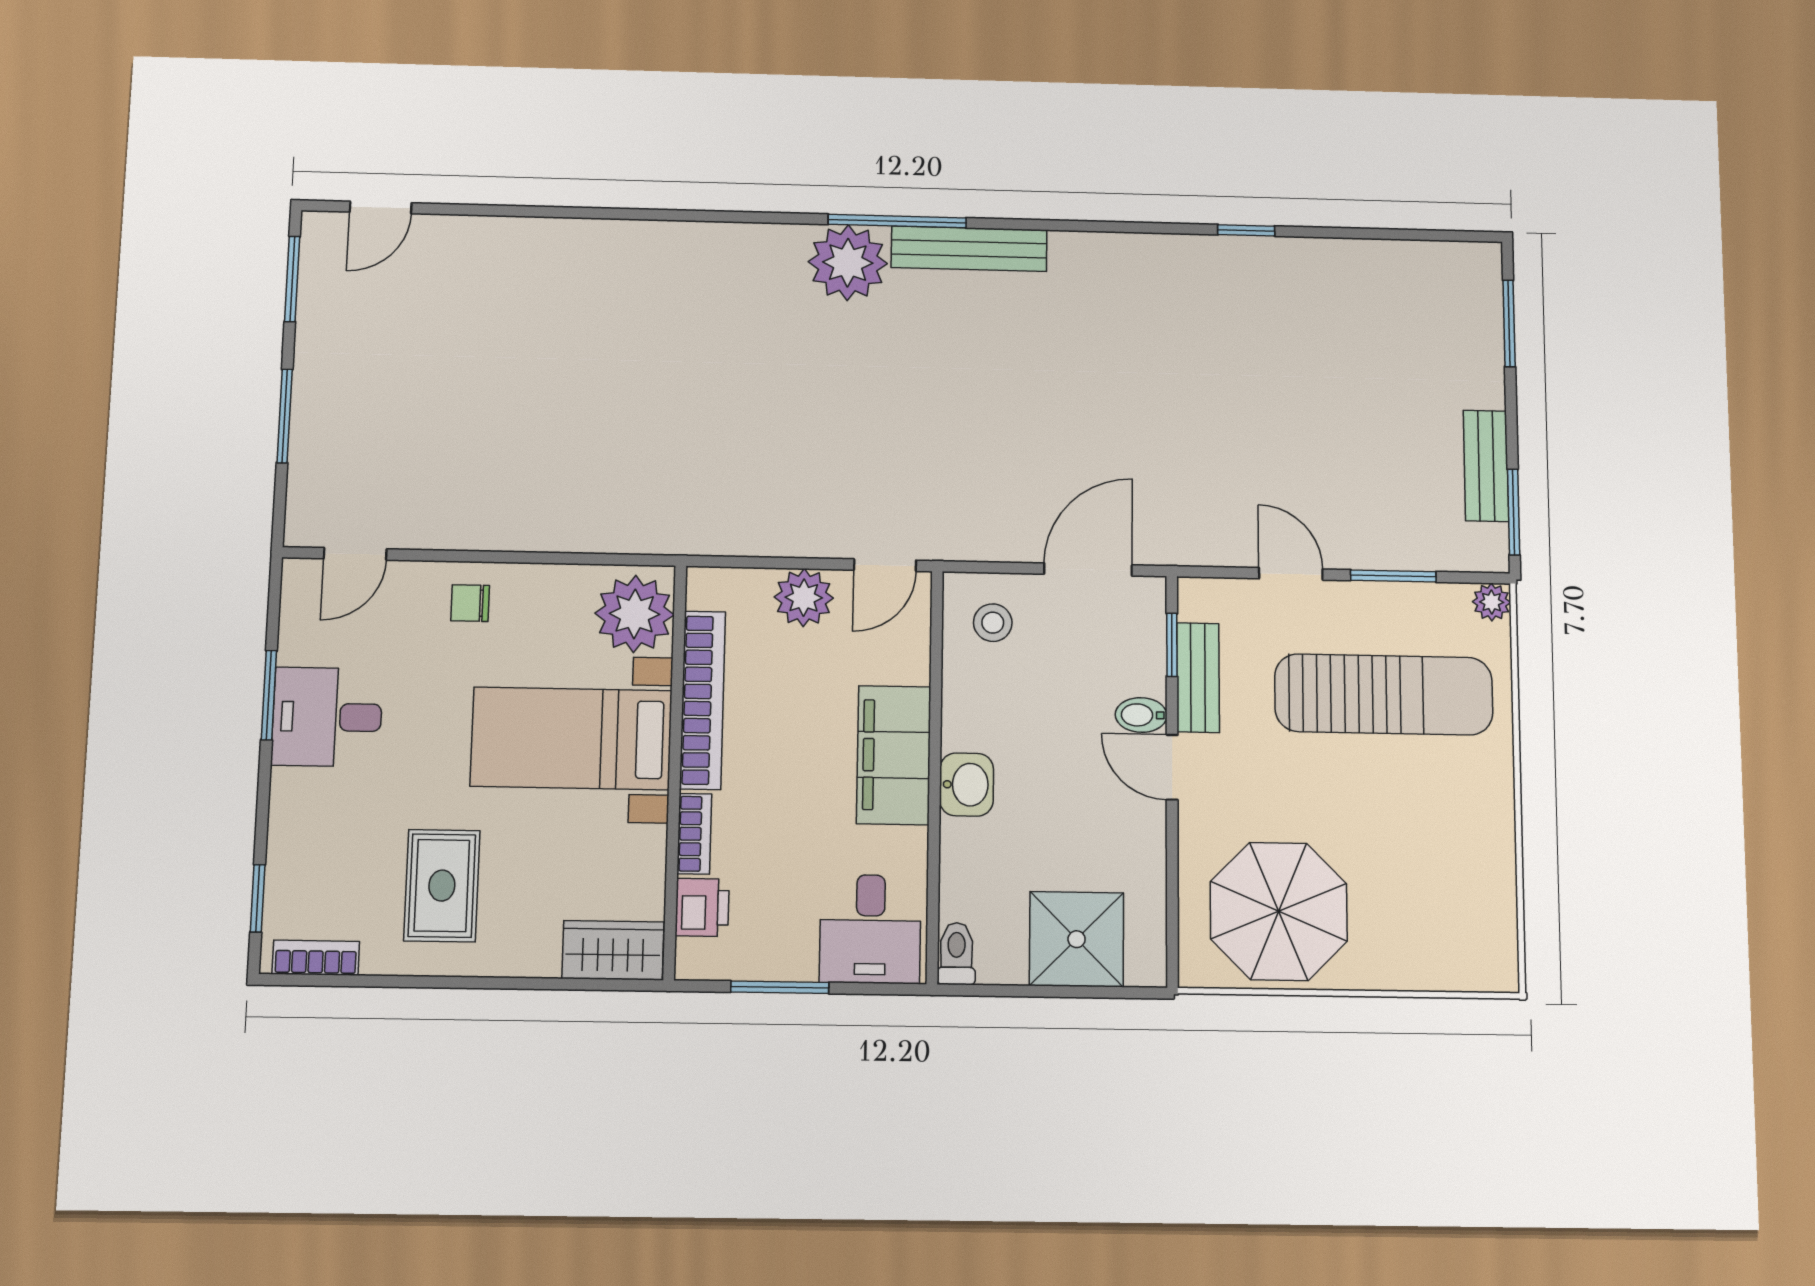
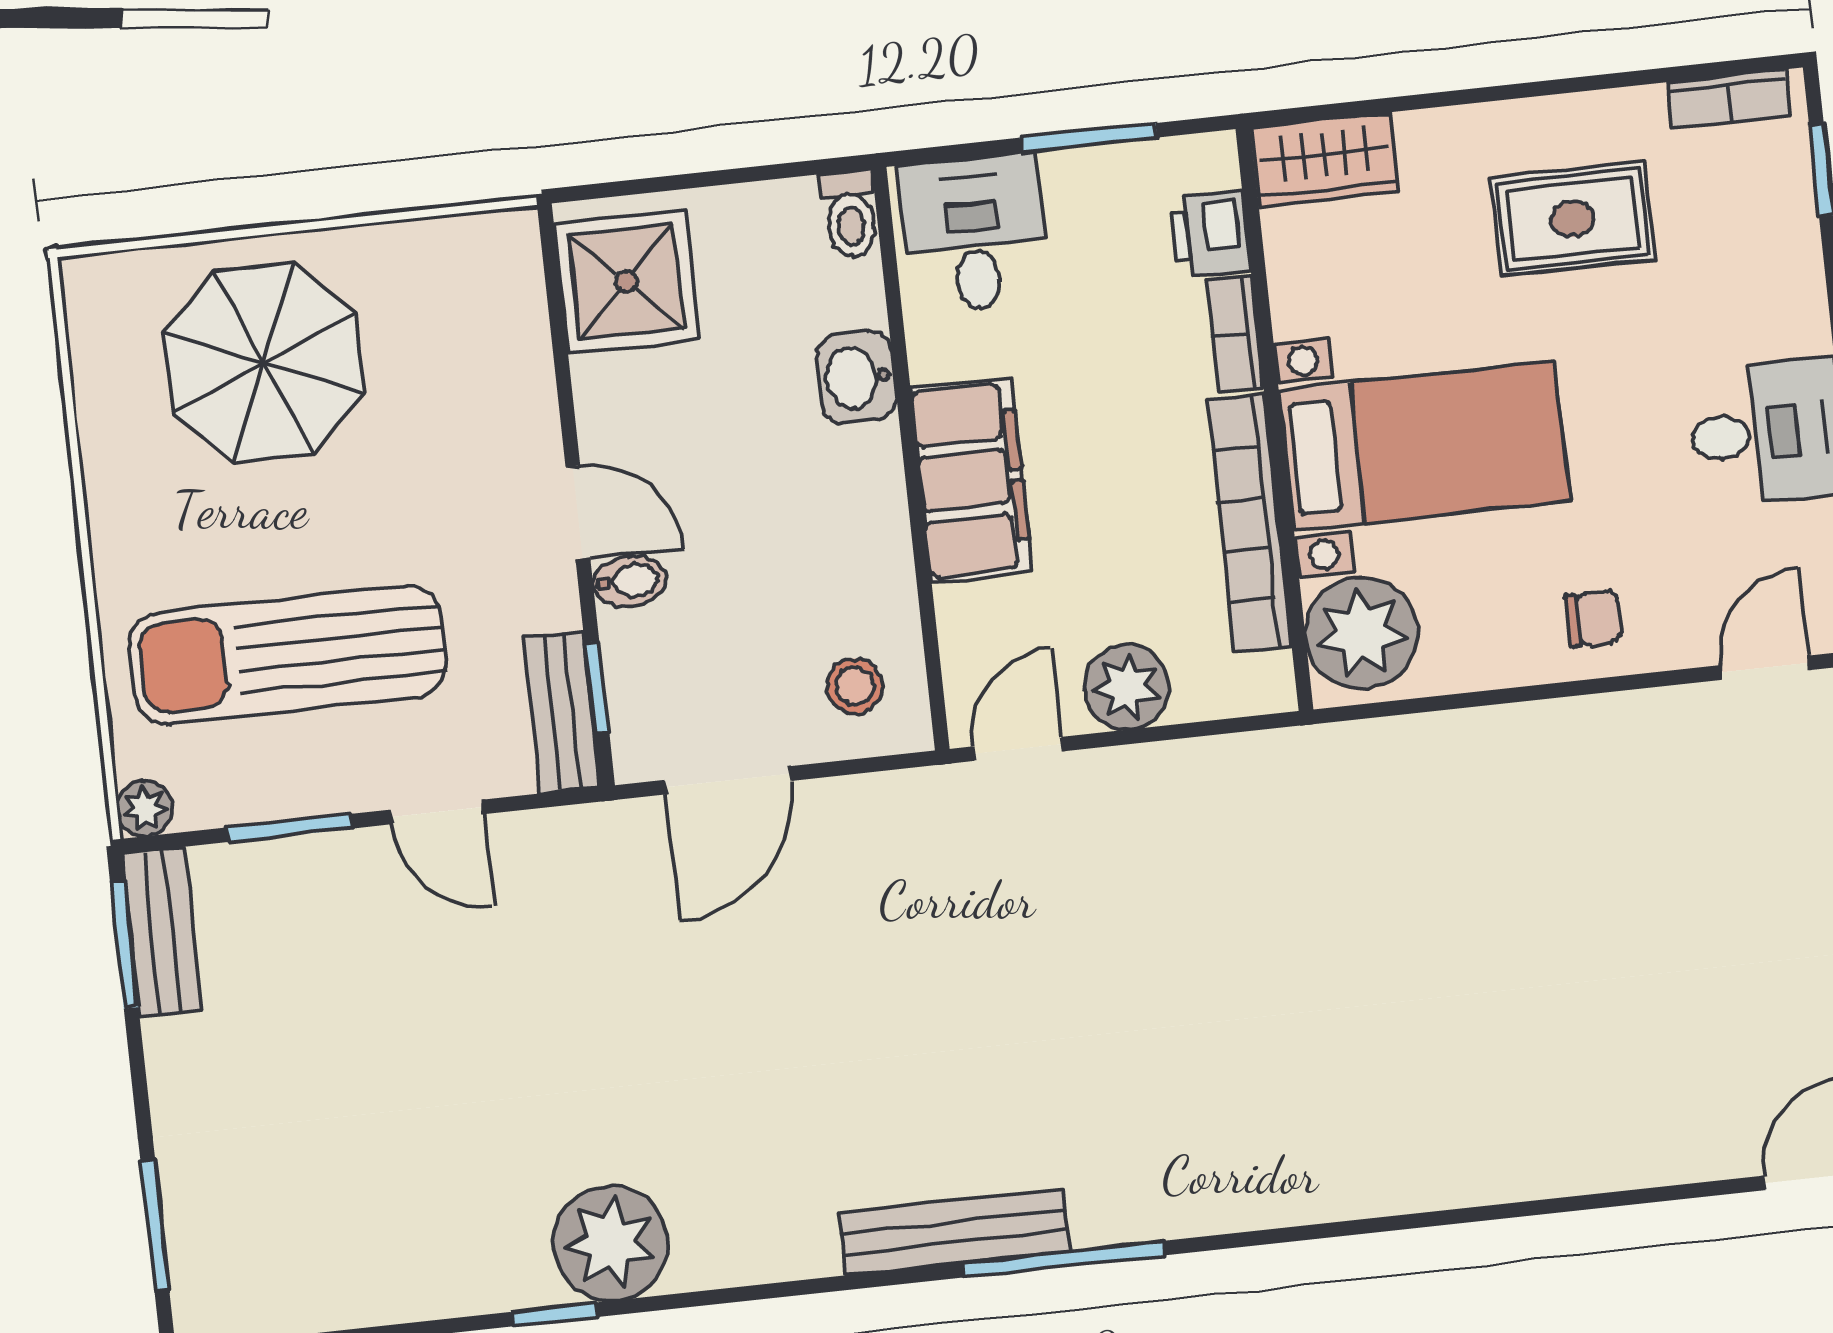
plant: (848, 263) -> (611, 1243), moved
bench: (1486, 466) -> (162, 932), moved
bench: (1198, 678) -> (562, 712), moved
washbasin: (966, 785) -> (856, 377), moved
rug: (442, 886) -> (1573, 219), turned 90
parasol: (1279, 911) -> (264, 363), moved
shower: (1077, 939) -> (626, 282), moved

